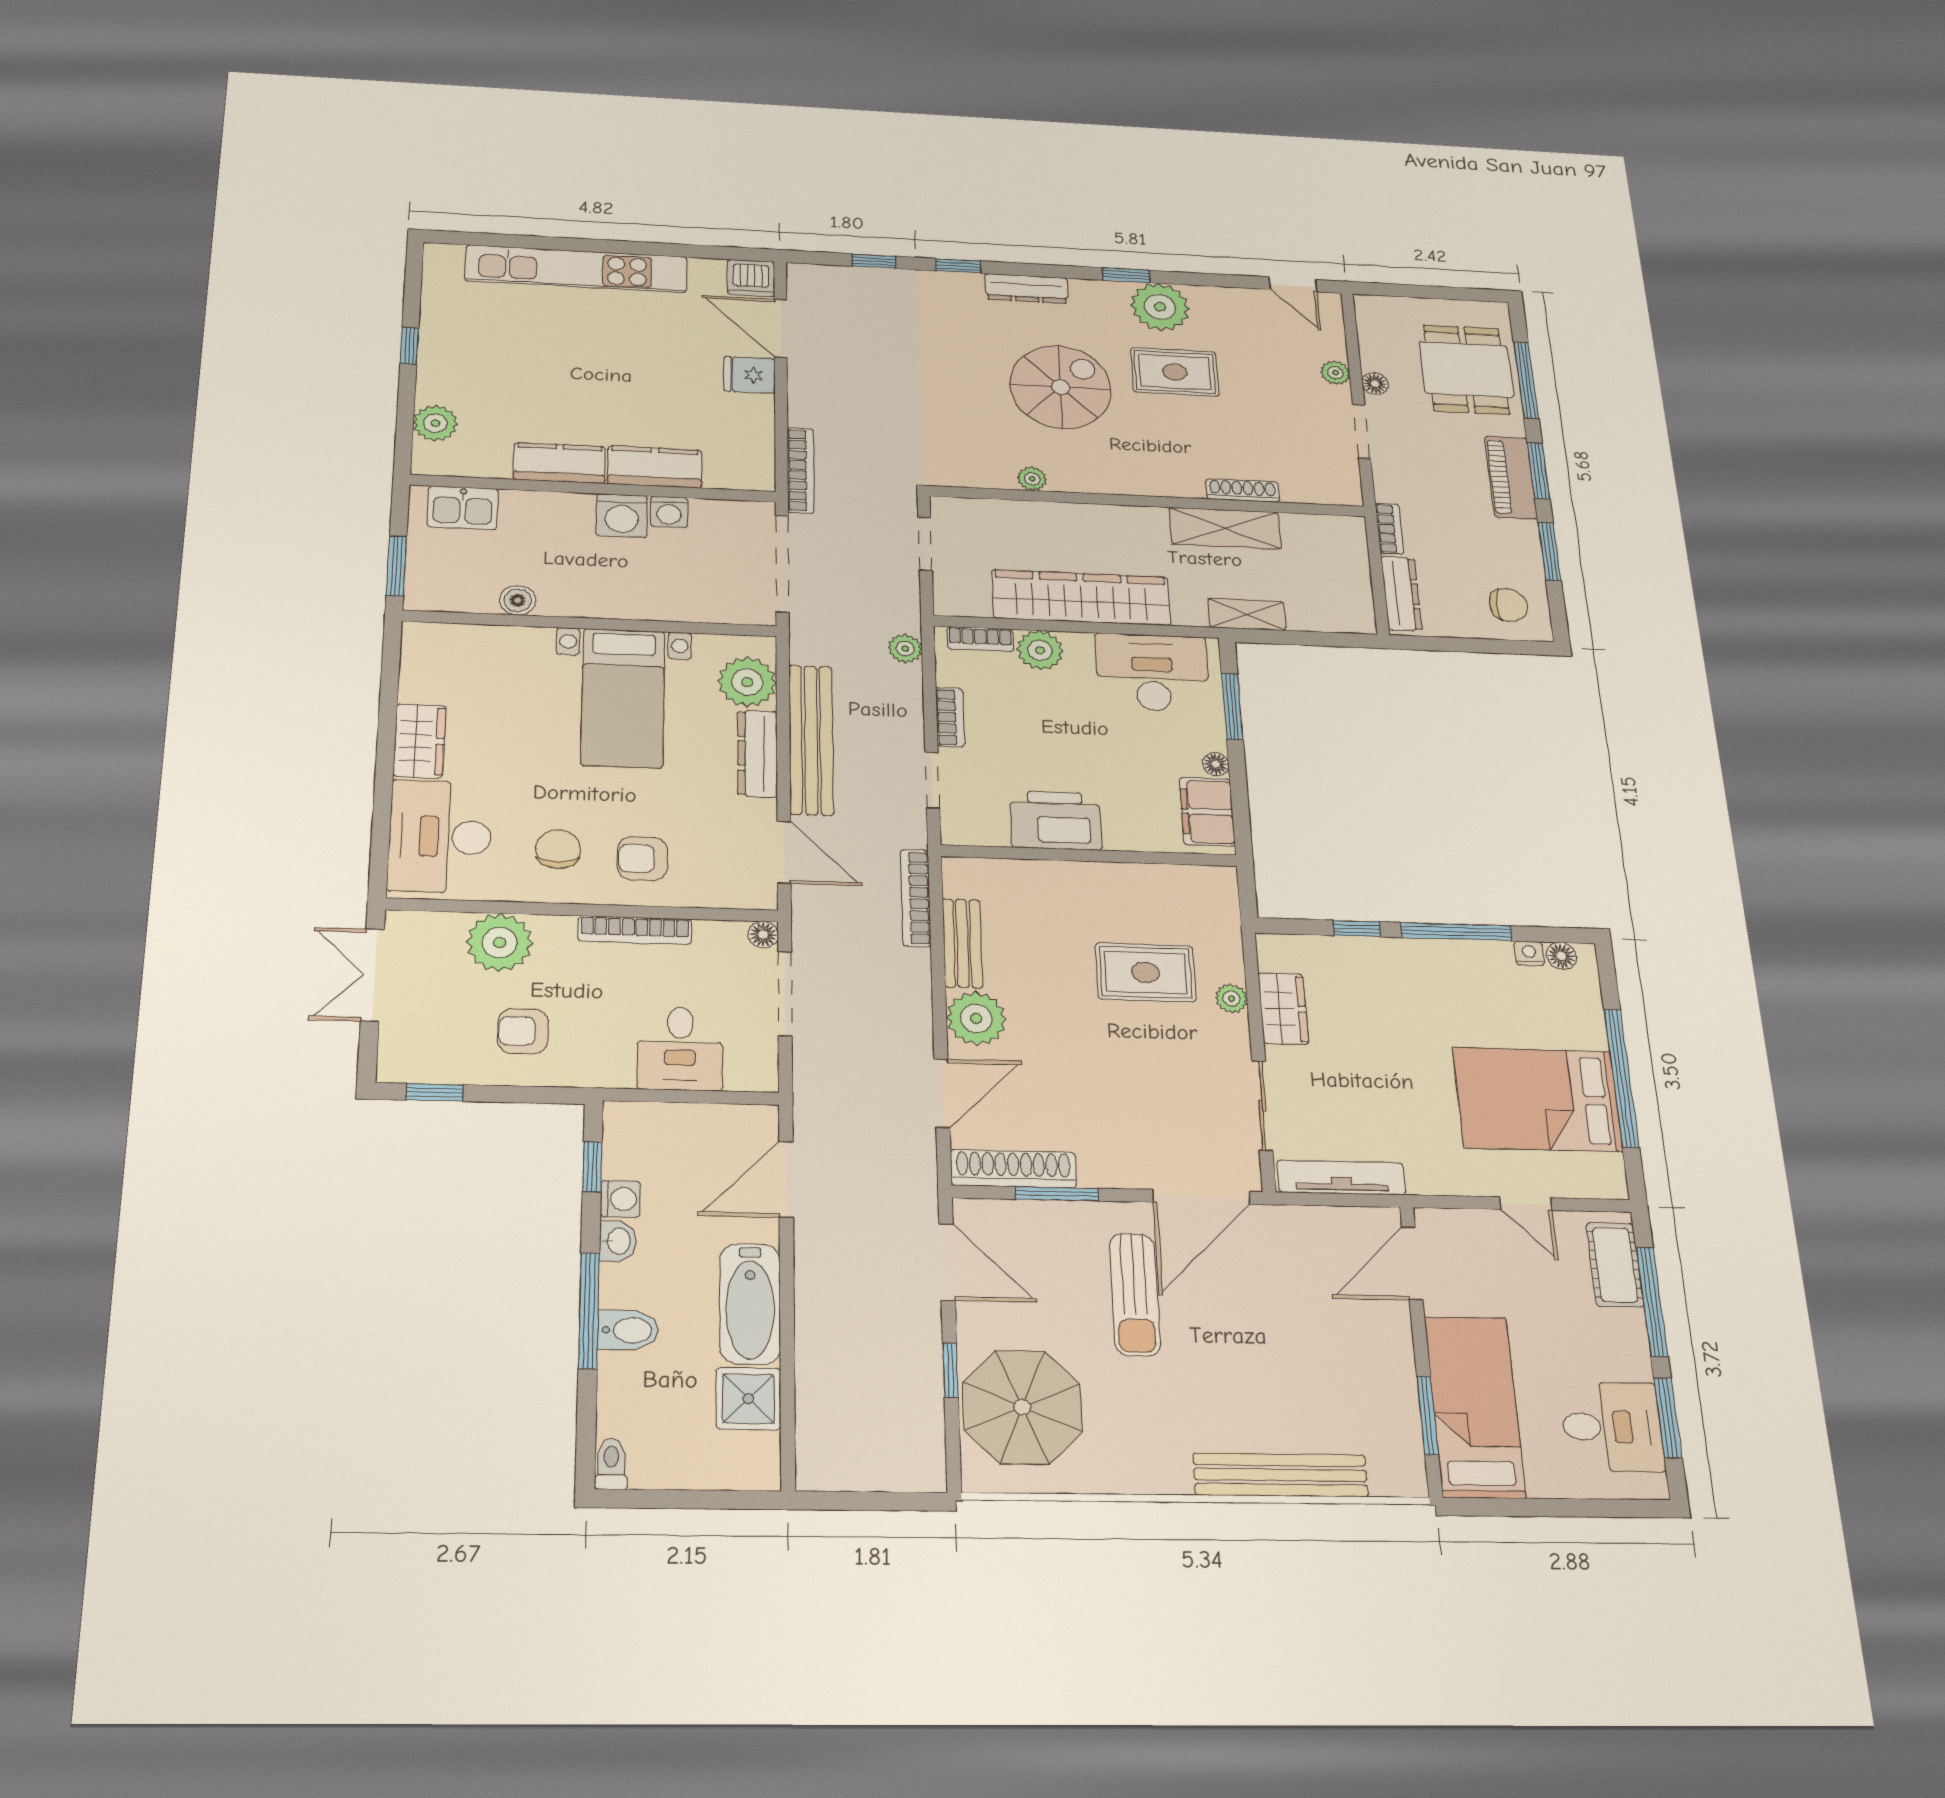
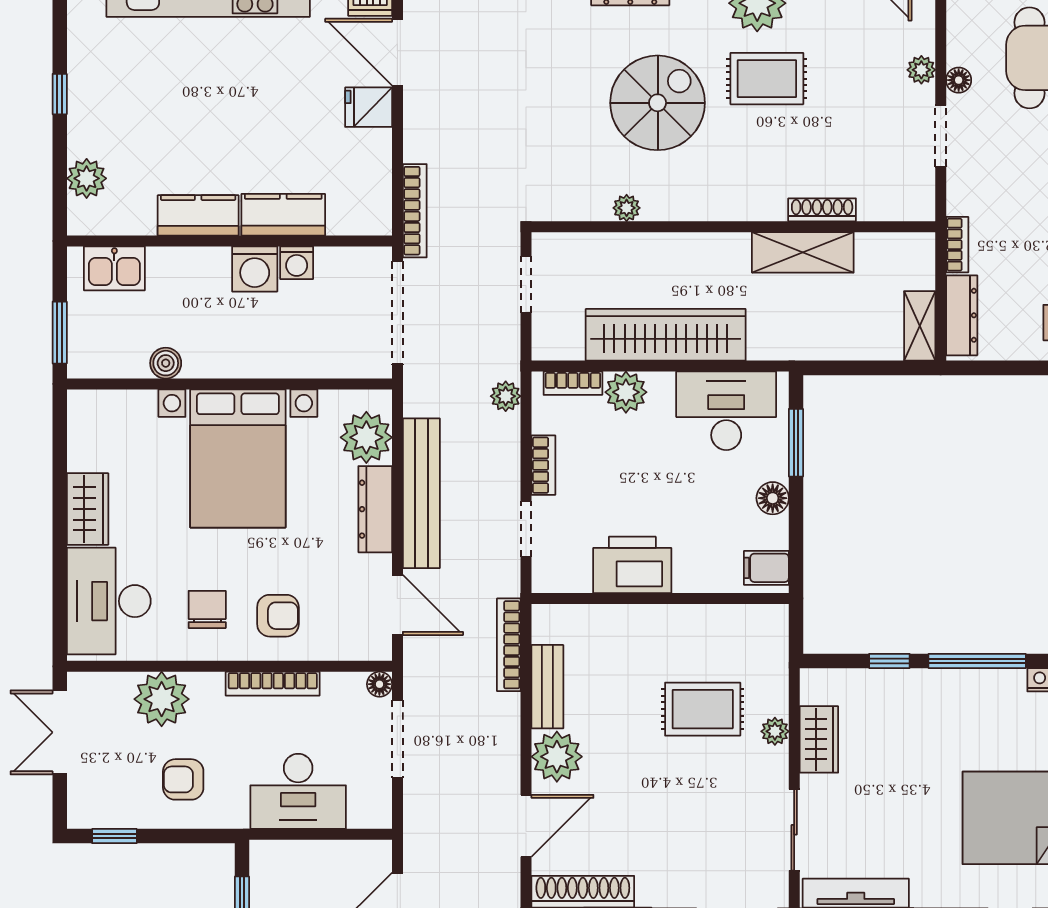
shelving: (1247, 614) -> (920, 326), moved, turned 90
bed with nightstands: (623, 698) -> (238, 458), width x1.36
floor lamp: (1216, 764) -> (773, 498), width x1.37, depth x1.37
filing cabinet: (1207, 812) -> (766, 568), width x0.50
armchair: (642, 859) -> (278, 616), turned 180
desk: (680, 1048) -> (298, 791), width x1.37

